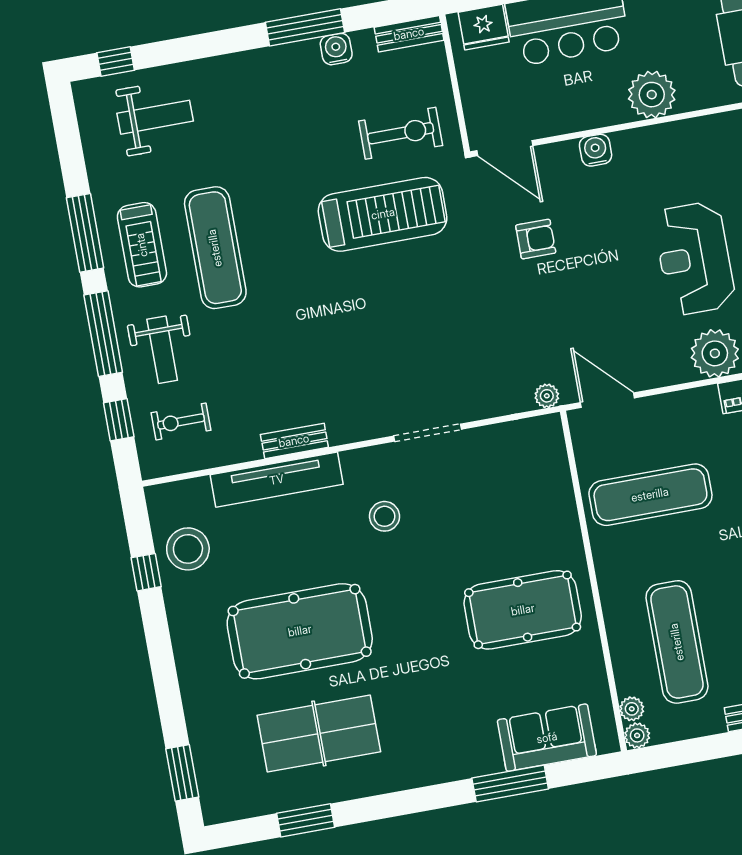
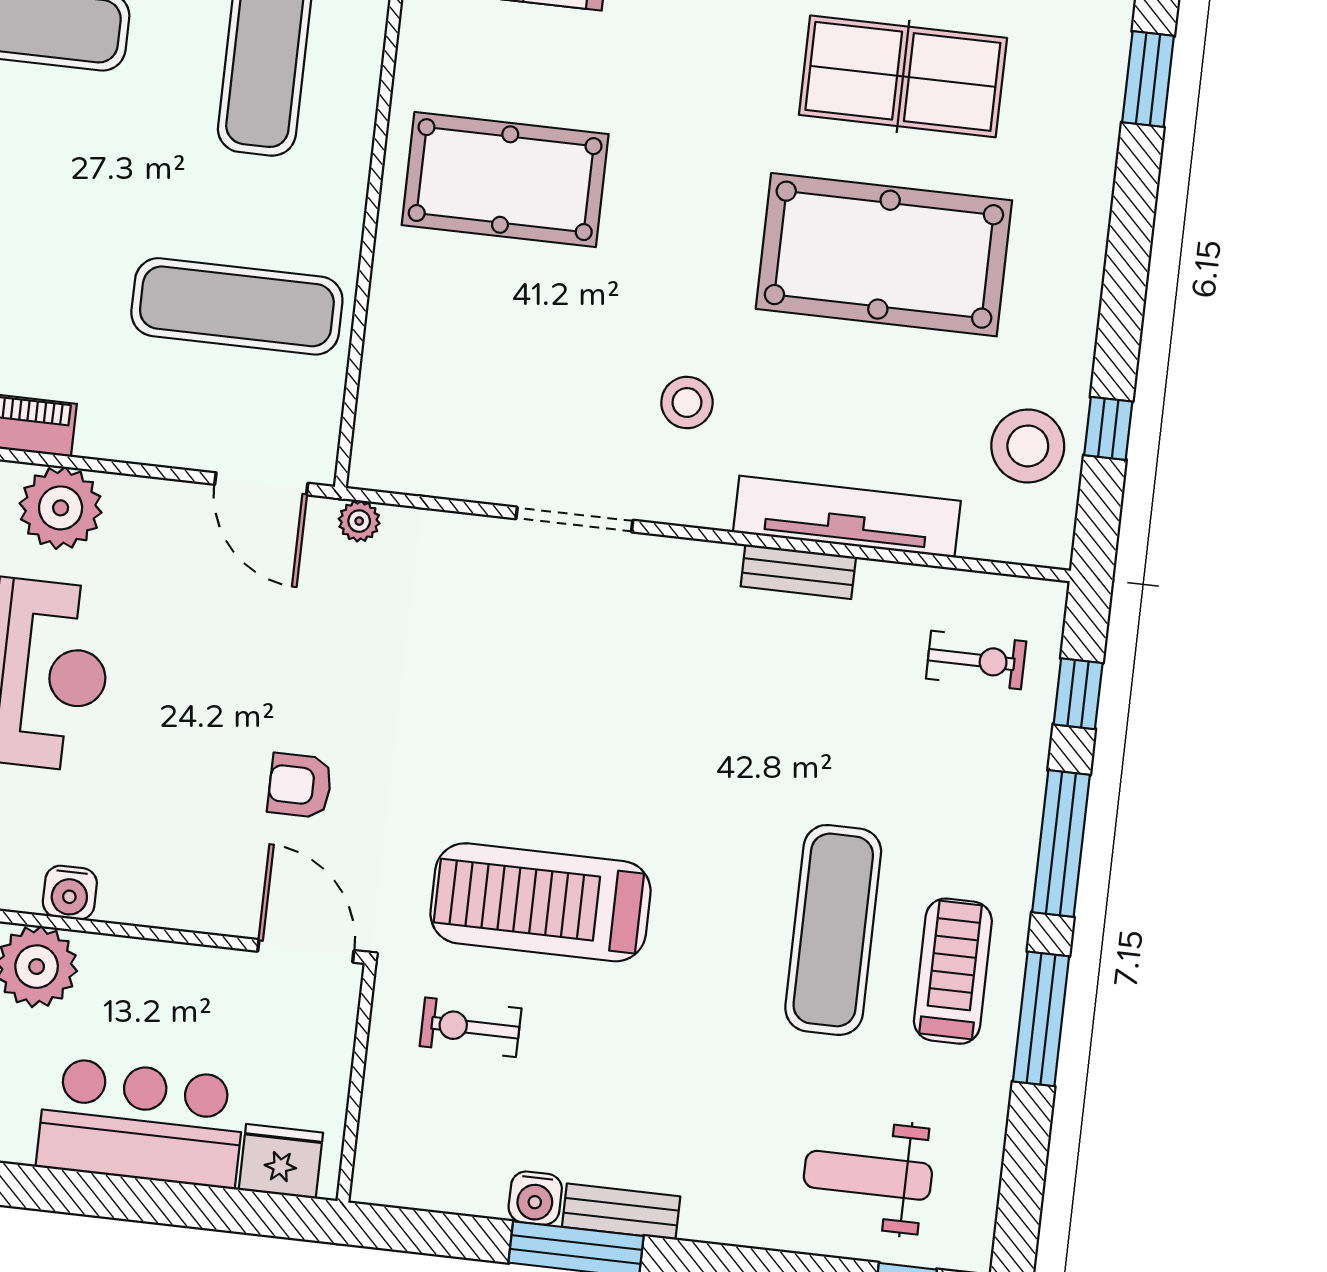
bench: (409, 34) -> (621, 1212), moved
exercise bike: (401, 133) -> (471, 1027), width x0.73, depth x0.72
water cooler: (596, 150) -> (70, 893), moved
weight bench: (162, 350) -> (972, 788), removed

